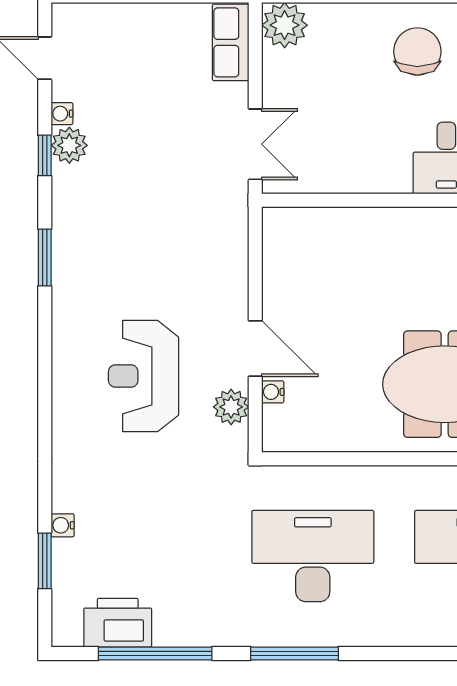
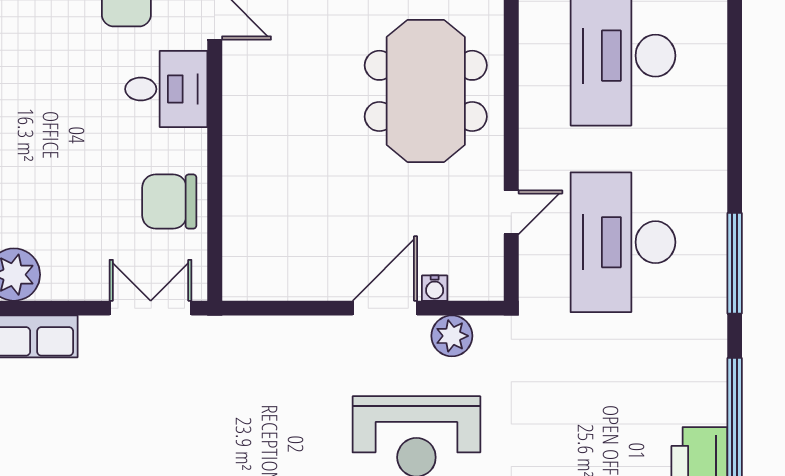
chair: (417, 51) -> (169, 202), moved
door: (339, 459) -> (511, 212), added

